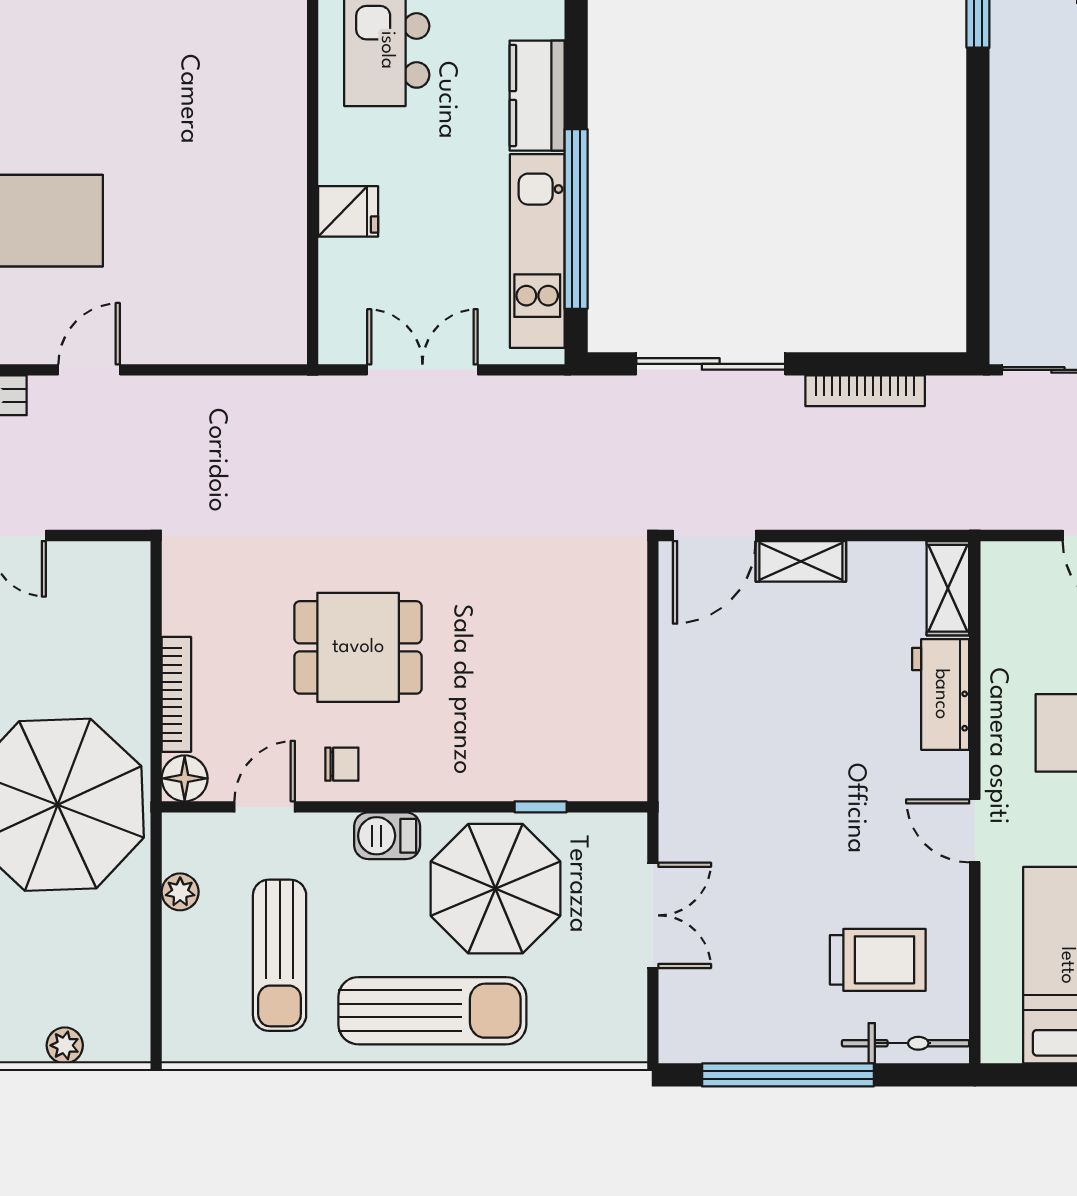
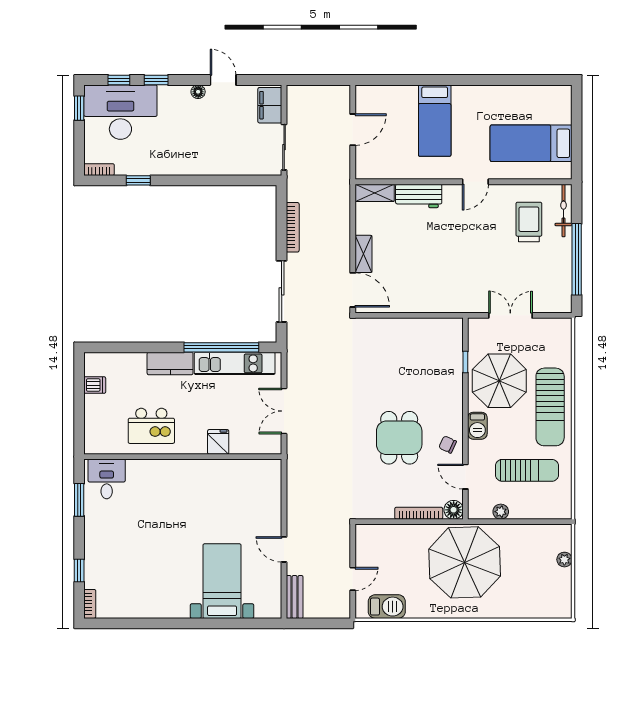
chair: (342, 764) -> (448, 445), turned -65
sun lounger: (432, 1011) -> (550, 407), turned 180

